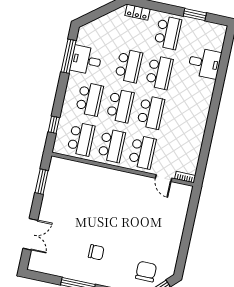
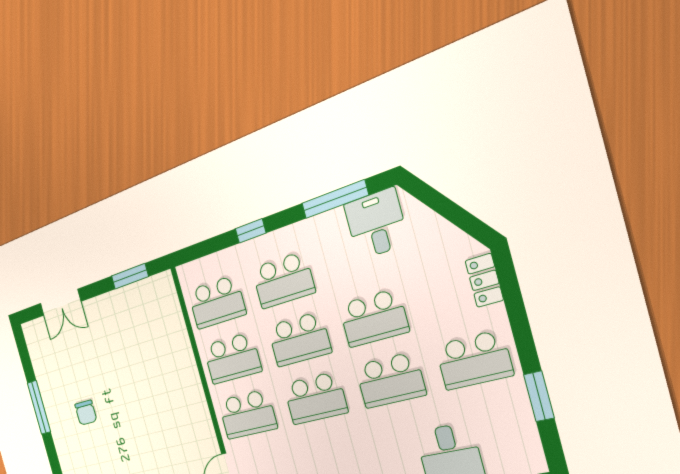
desk: (86, 60) -> (376, 224), moved
window: (54, 125) -> (251, 231), moved

